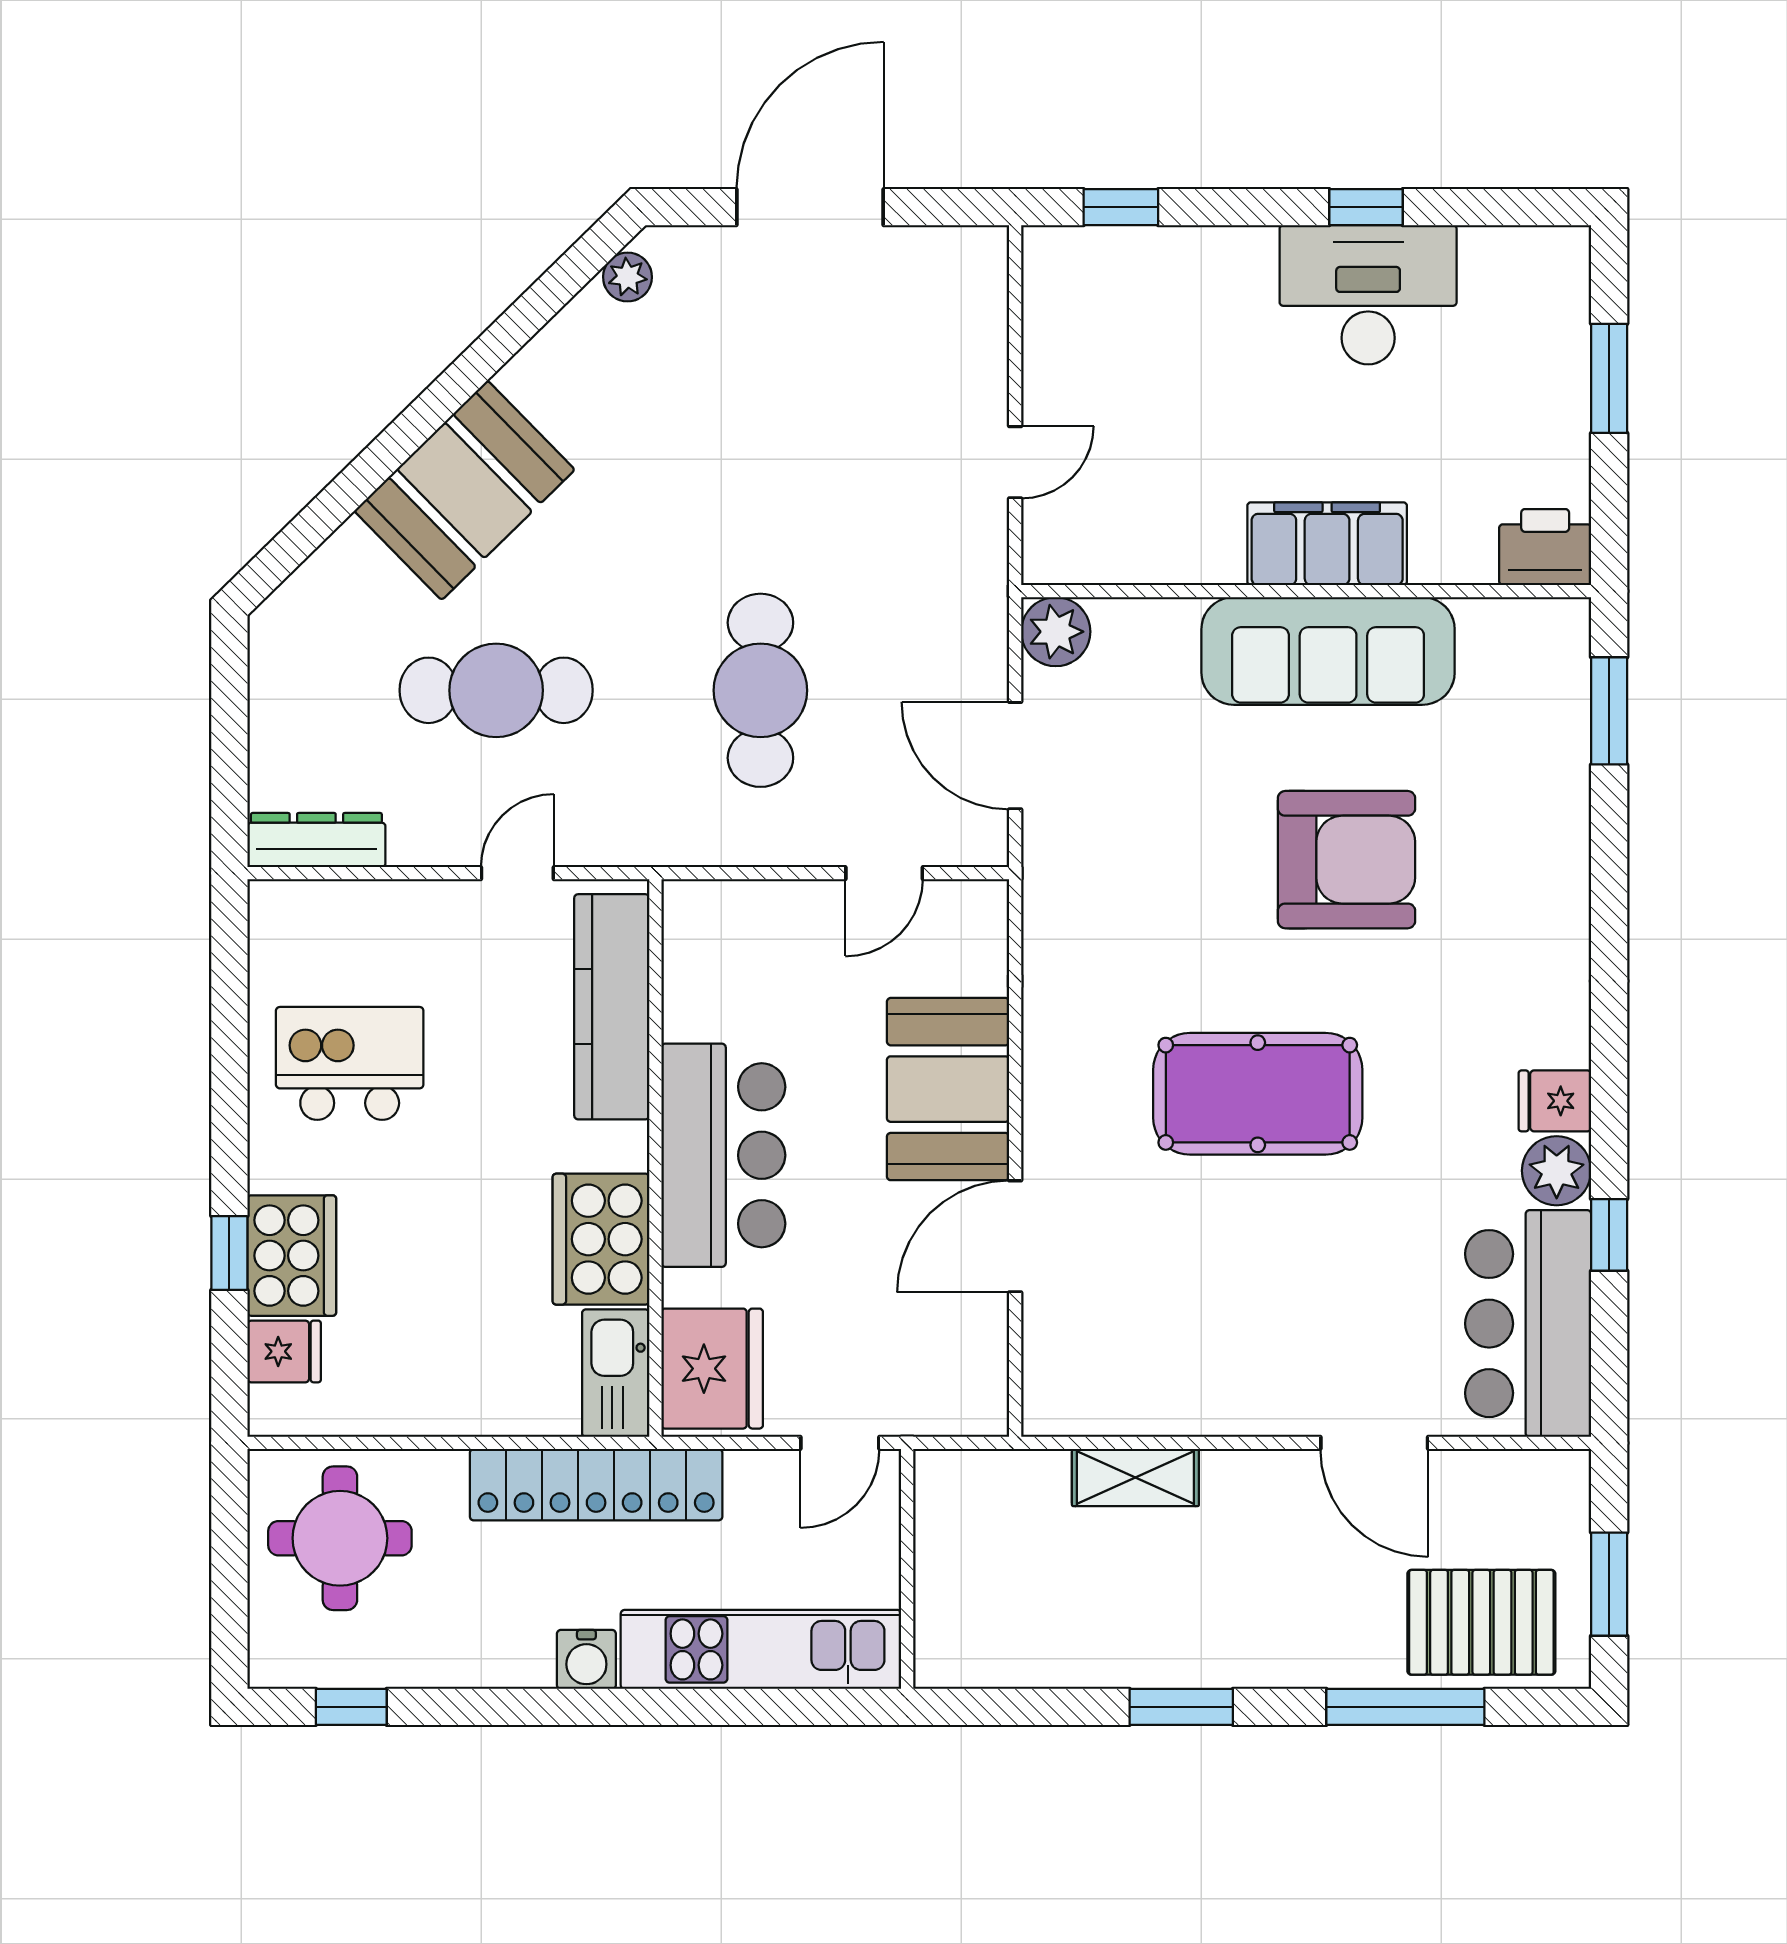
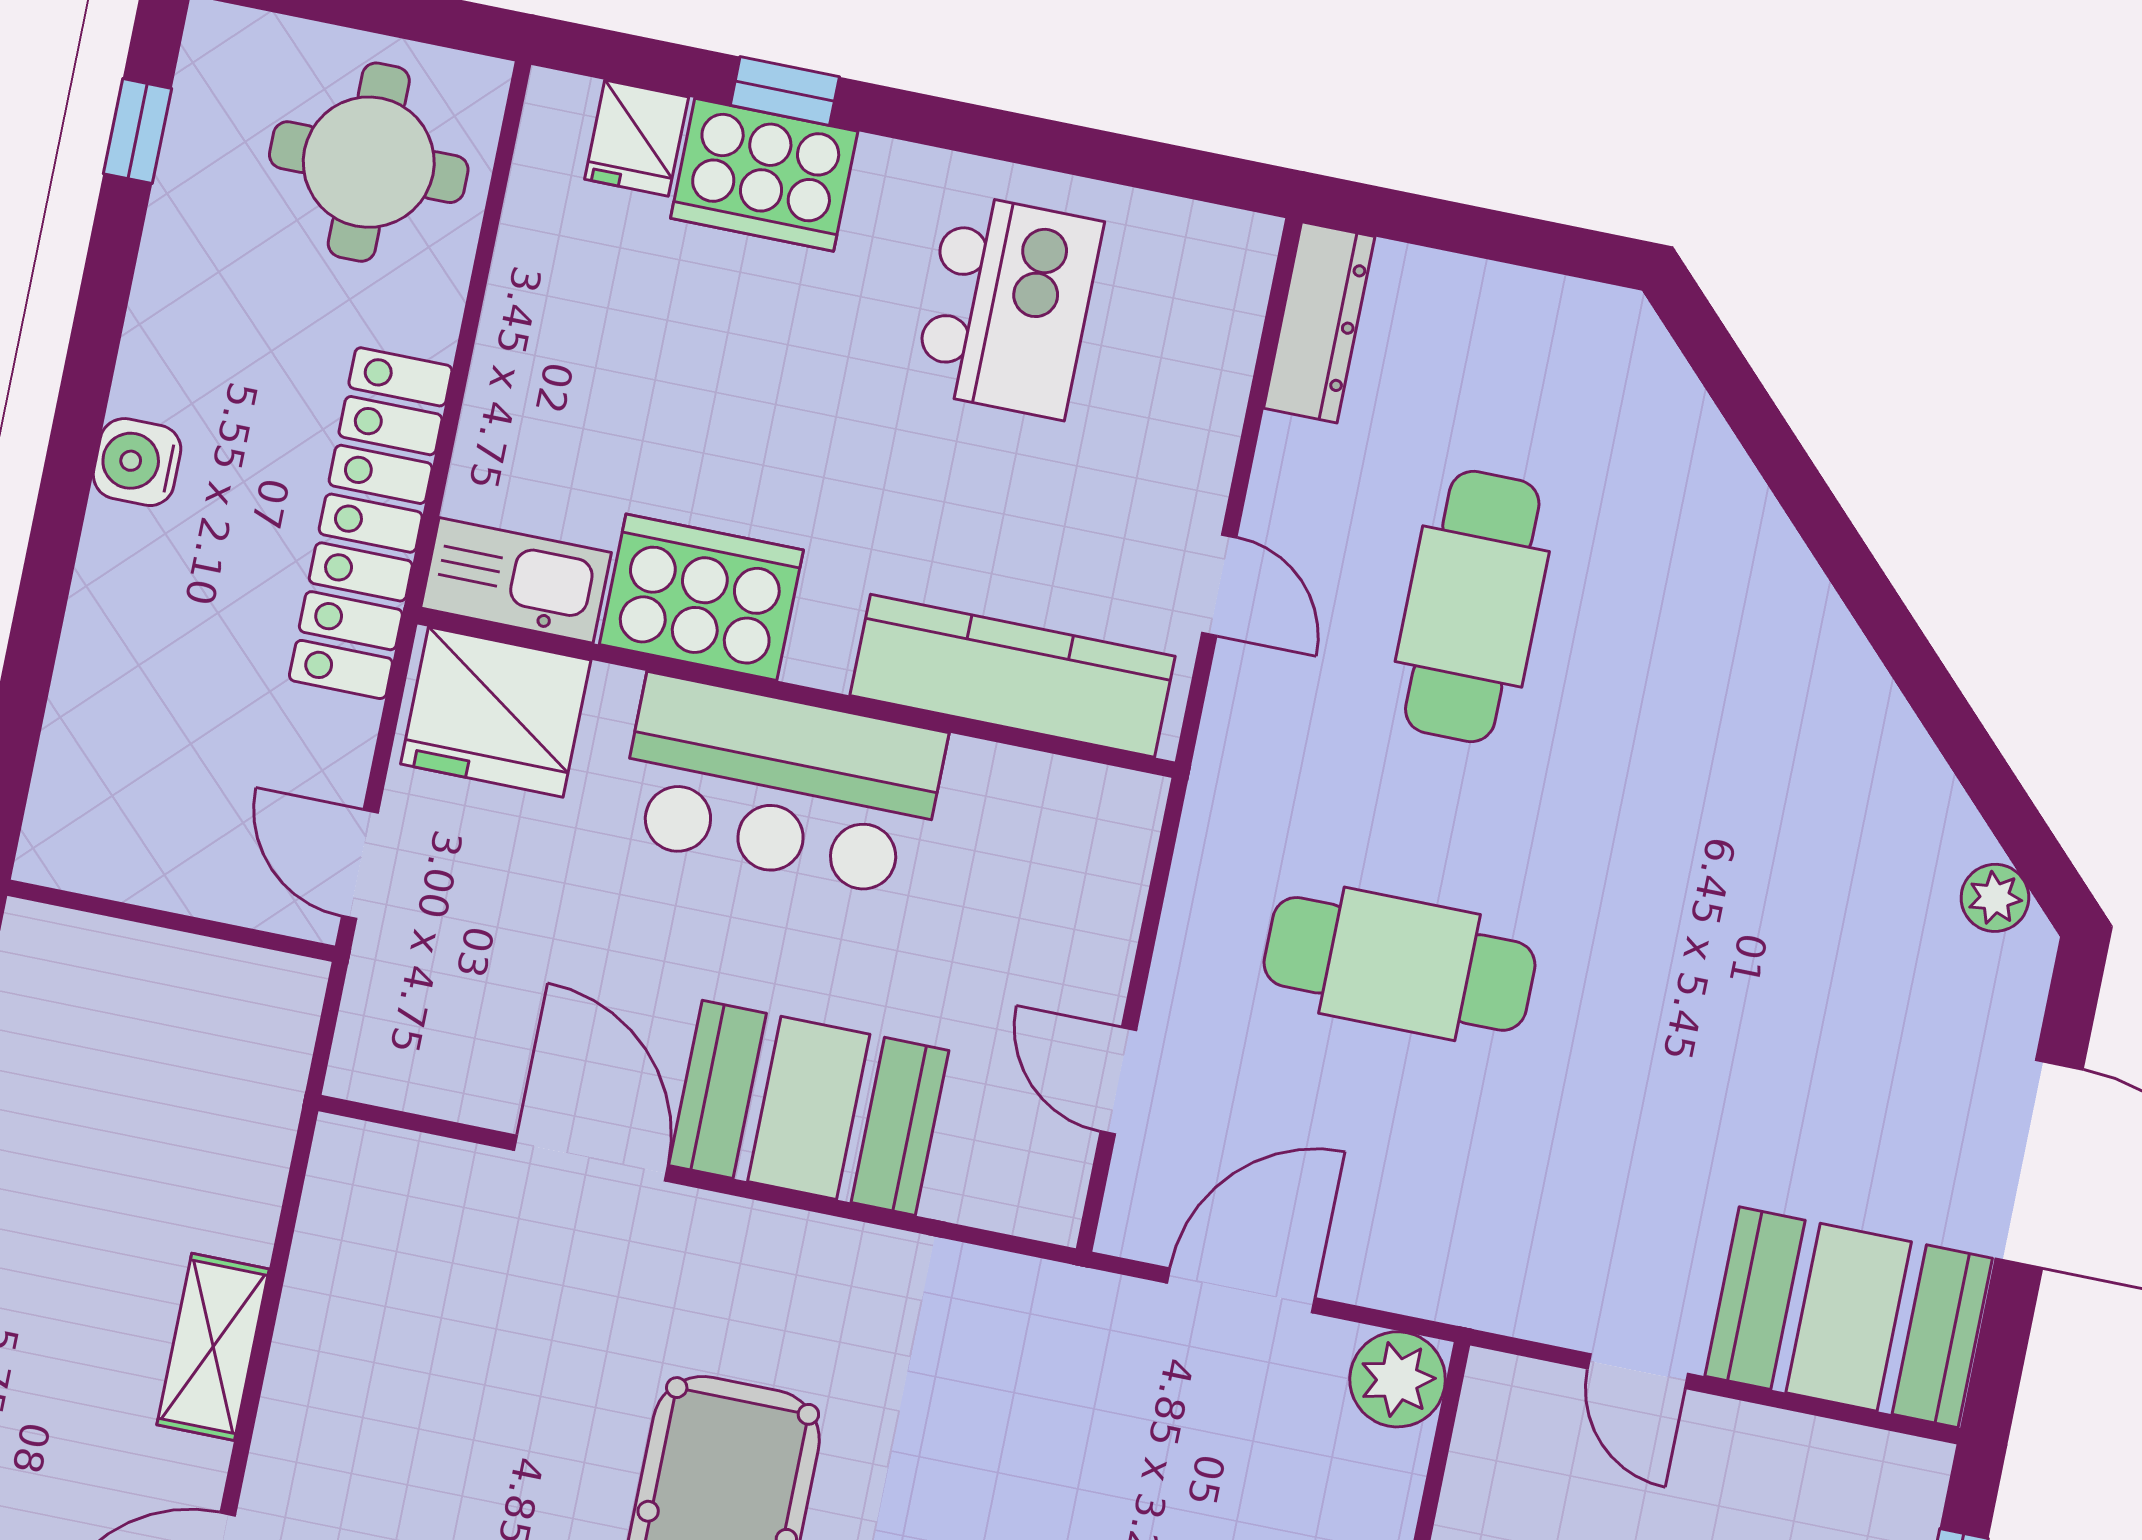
booth: (464, 490) -> (1849, 1317), moved, turned -46
shelving: (1135, 1478) -> (213, 1347), moved
kitchen unit: (761, 1649) -> (103, 701), removed

